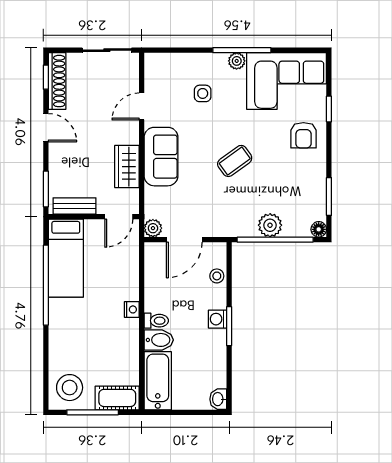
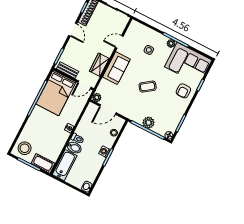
bed: (66, 258) -> (56, 93), width x1.50

